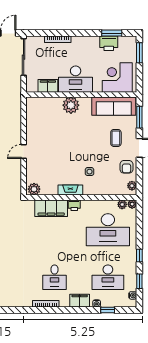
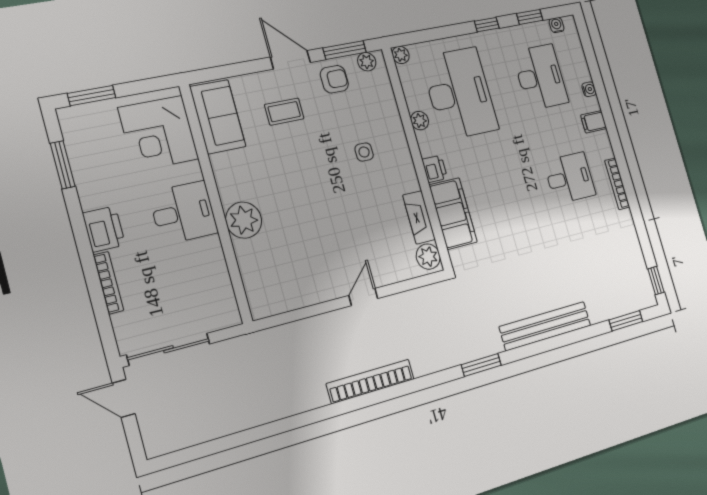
printer: (109, 43) -> (104, 229), moved
desk: (76, 79) -> (183, 213), width x0.73
filing cabinet: (48, 86) -> (217, 279), removed
sofa: (114, 106) -> (218, 117), width x0.73
window: (139, 117) -> (345, 50), moved
door: (24, 151) -> (363, 297), swing flipped
fireplace: (70, 190) -> (419, 217), moved
plant: (122, 204) -> (420, 121), moved
filing cabinet: (80, 301) -> (594, 122), width x0.50
window: (108, 310) -> (593, 67), removed

